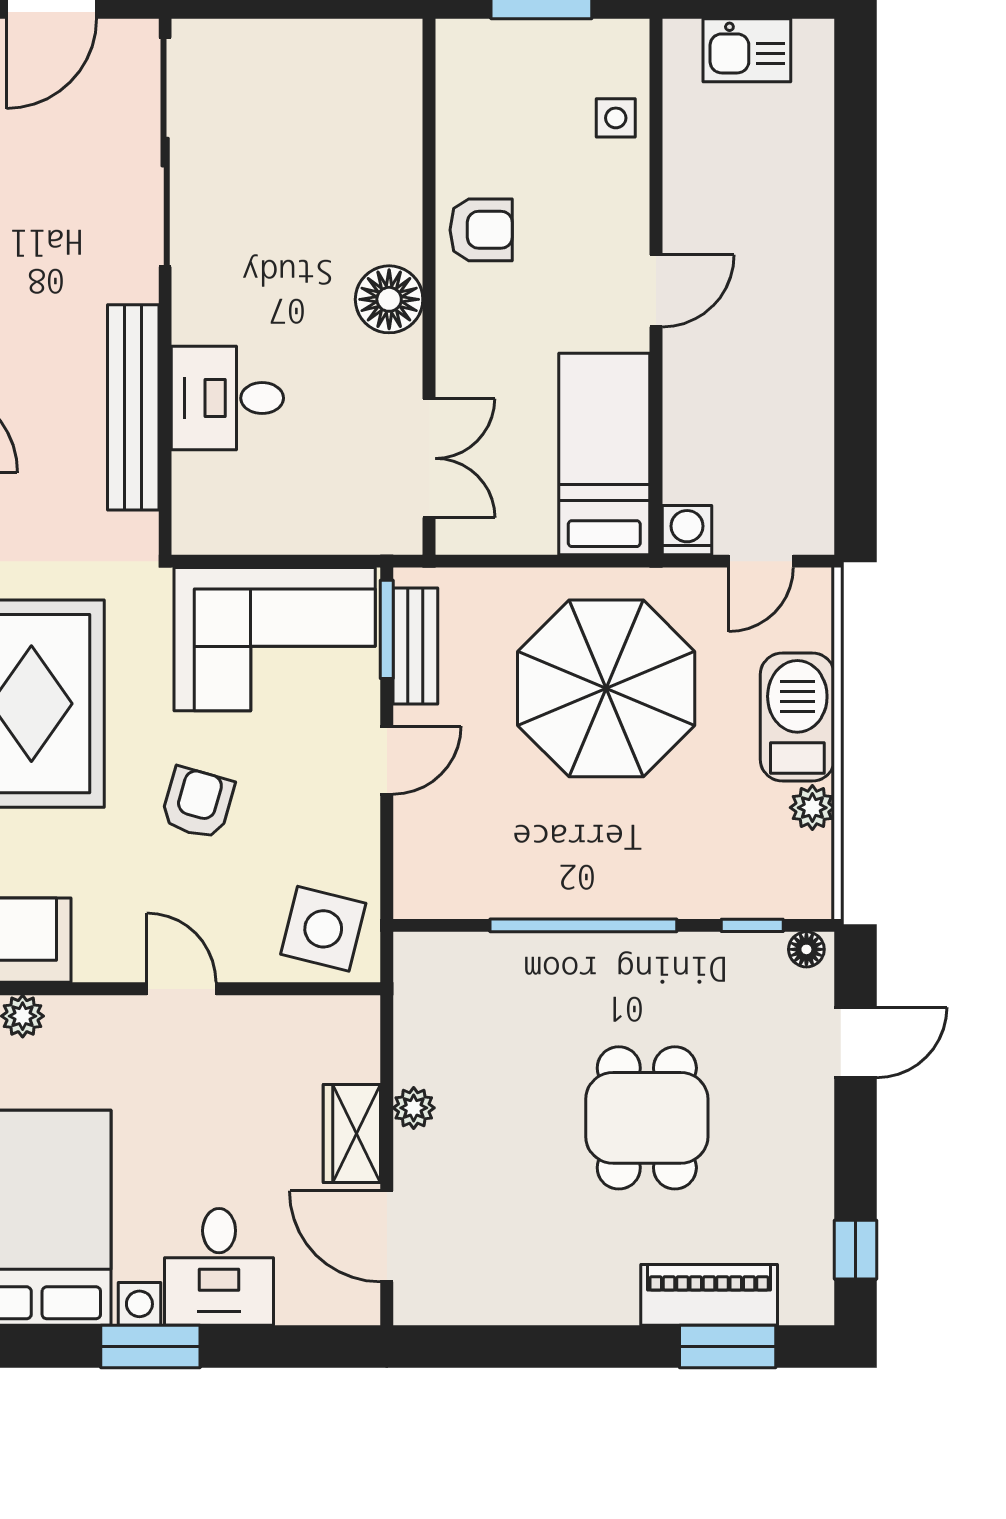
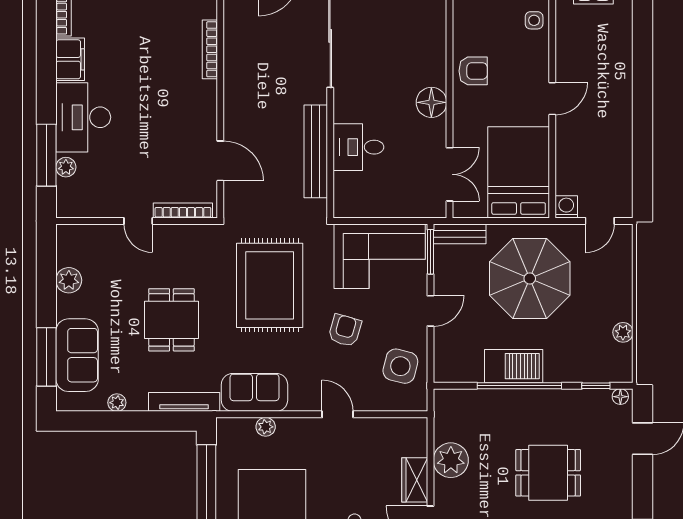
bed: (604, 454) -> (519, 172), width x1.50
bench: (415, 646) -> (460, 234), moved, turned 90
barbecue: (797, 717) -> (514, 366), moved, turned 90
side table: (323, 929) -> (400, 366), moved
plant: (414, 1108) -> (451, 460), width x1.88, depth x1.88
dining table: (647, 1118) -> (548, 473), turned 90

